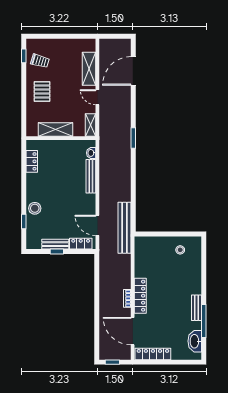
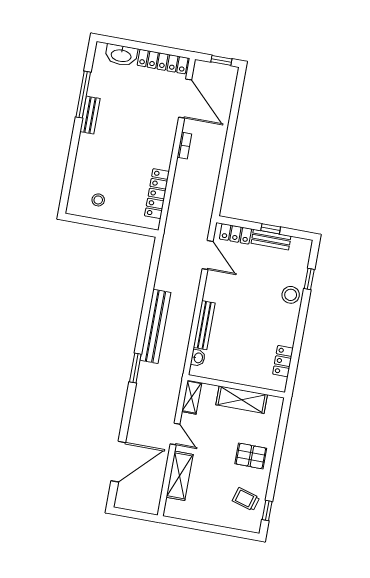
pallet: (42, 92) -> (251, 456), turned 90
bench: (124, 228) -> (155, 326), moved
locker: (140, 296) -> (157, 194), moved
washbasin: (195, 341) -> (121, 55), moved, turned 90

